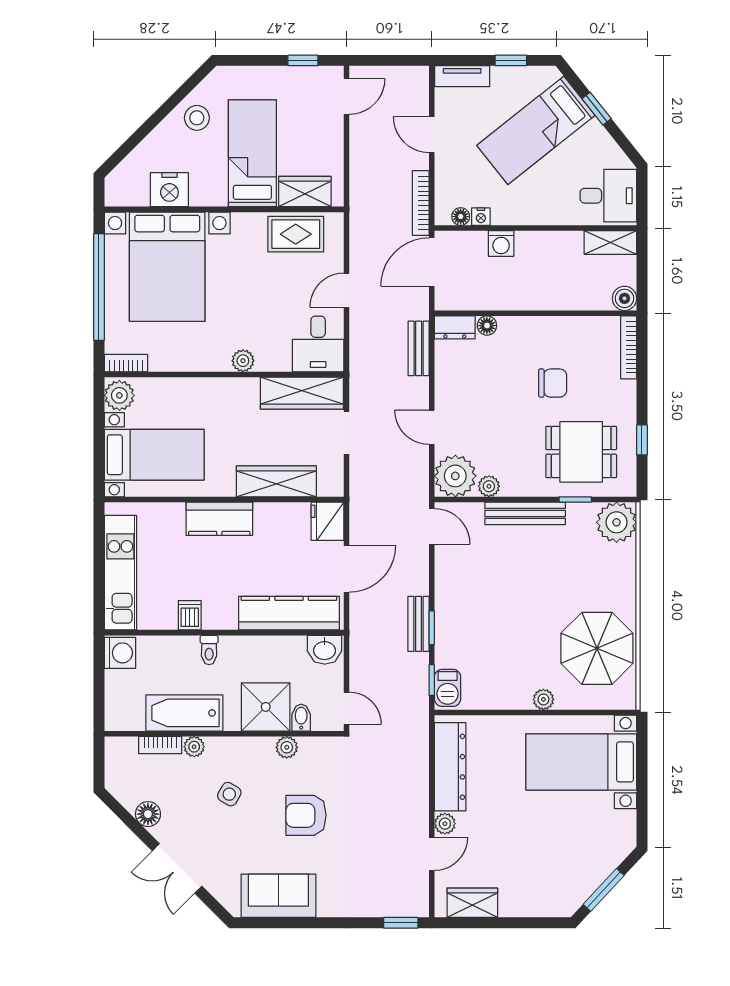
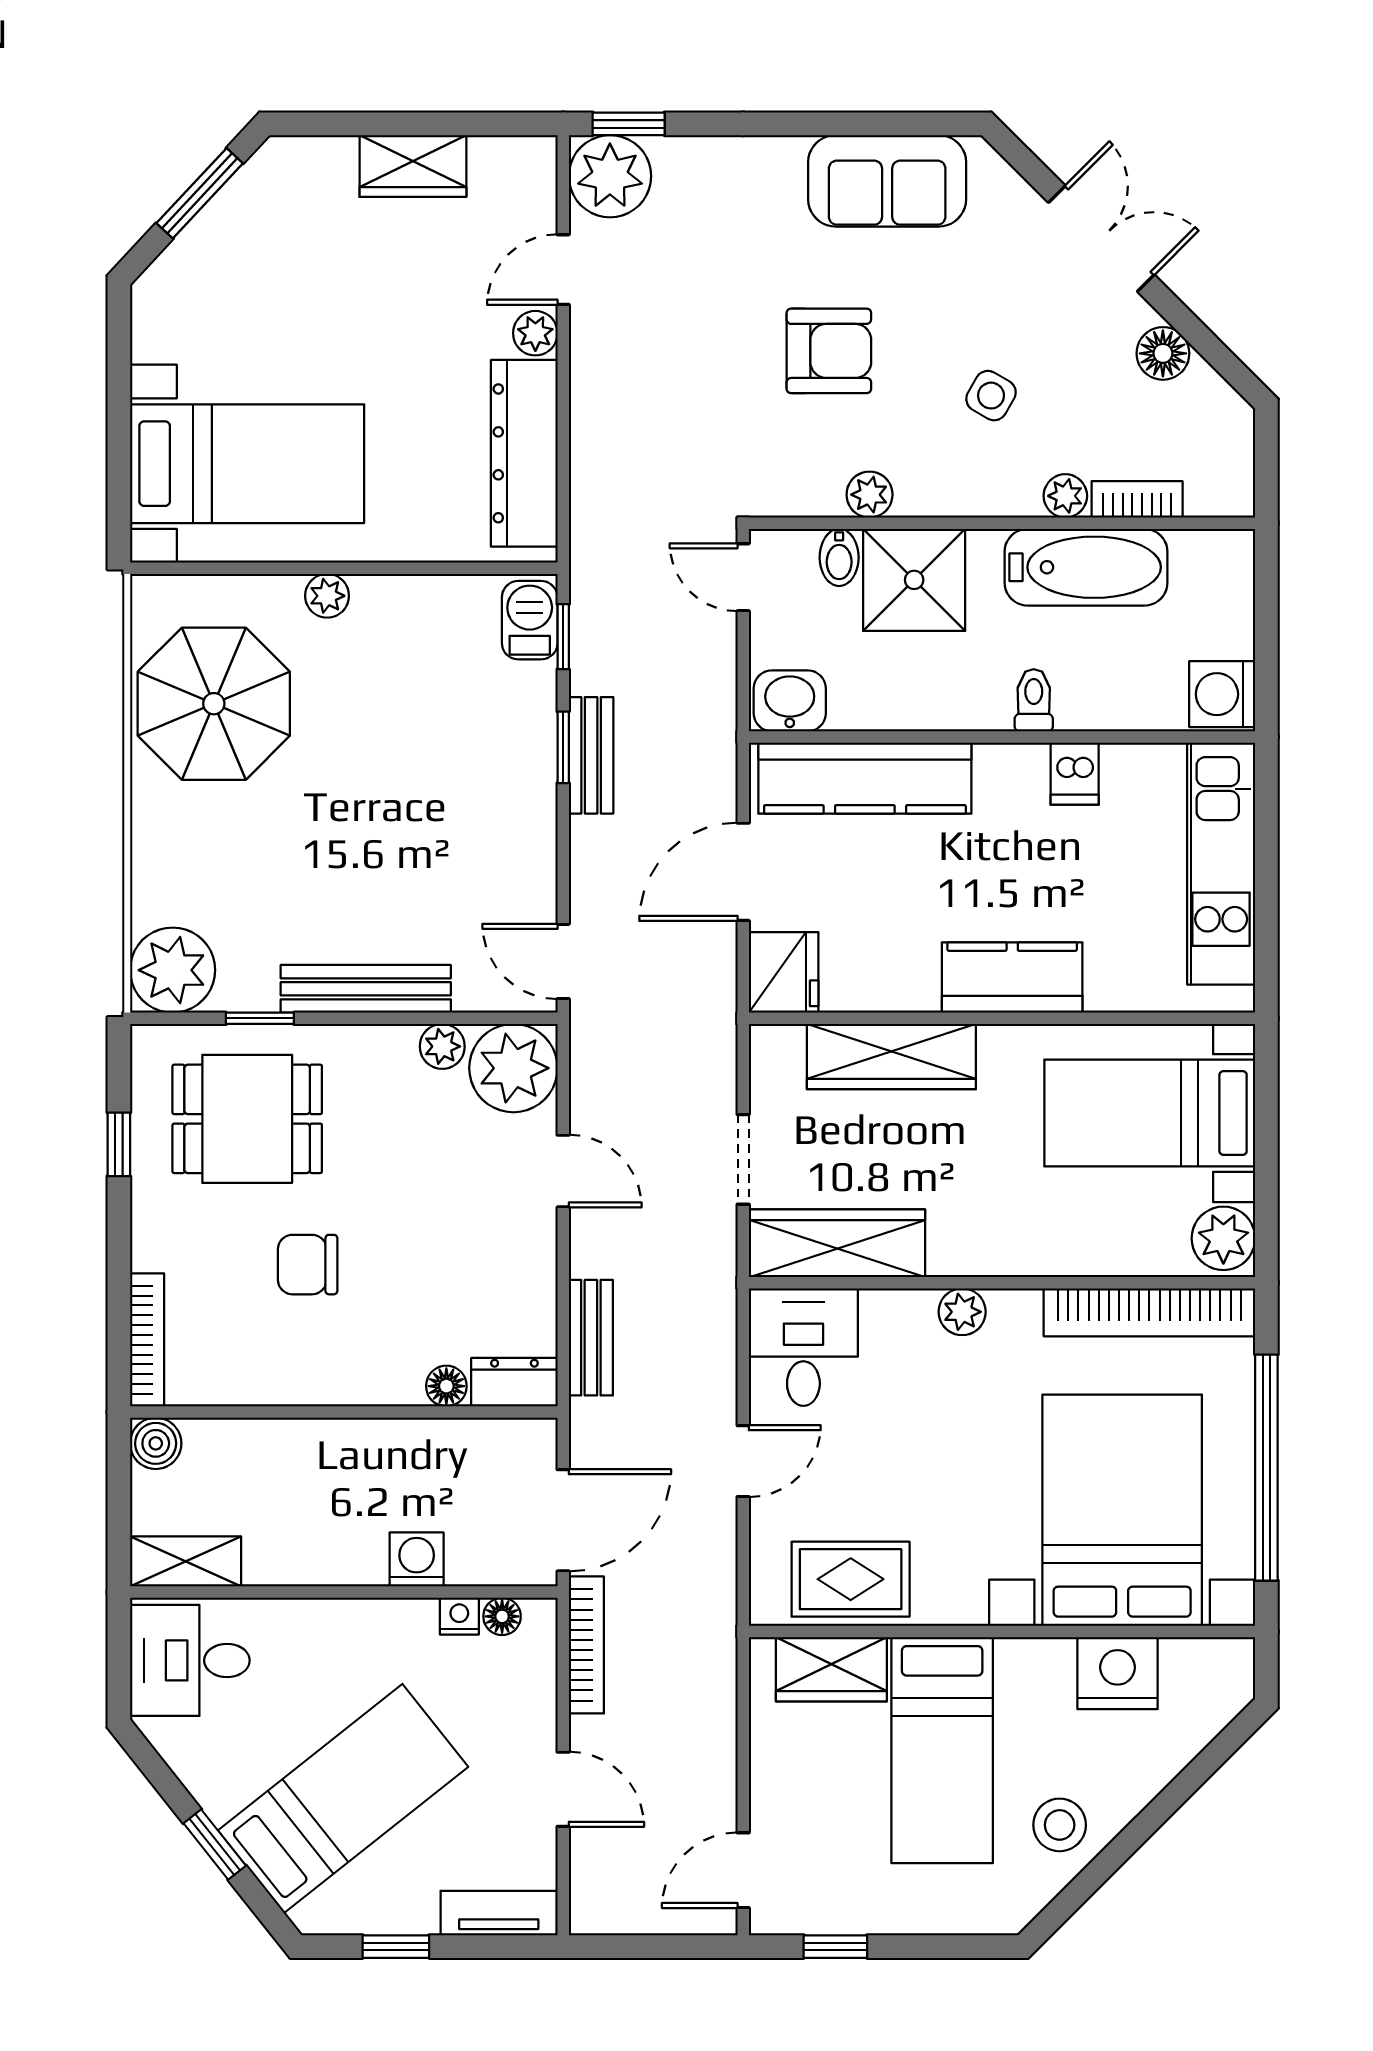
bookcase: (126, 363) -> (1149, 1312), width x2.31, depth x1.31
plant: (410, 898) -> (610, 176), added
wardrobe: (472, 903) -> (413, 166), moved

